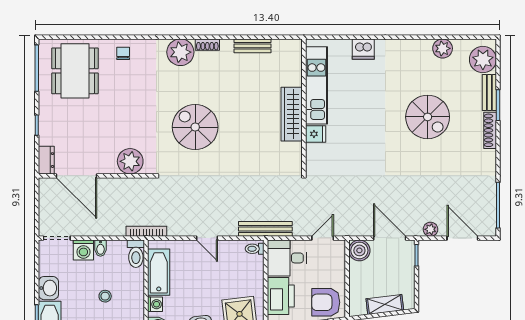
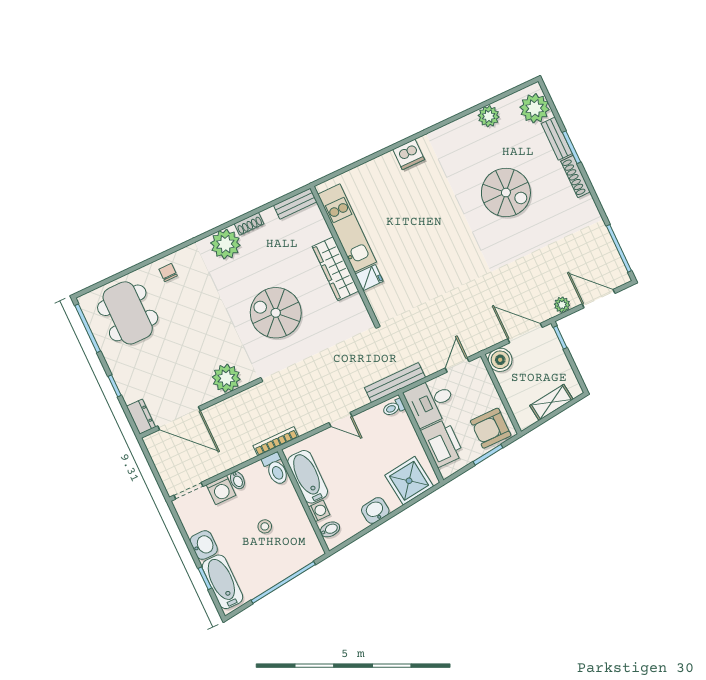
kitchen unit: (316, 85) -> (347, 228), moved
wall: (304, 106) -> (344, 255), moved
wardrobe: (292, 114) -> (336, 269), moved
fridge: (316, 134) -> (369, 278), moved

